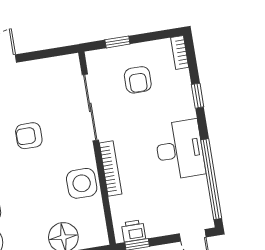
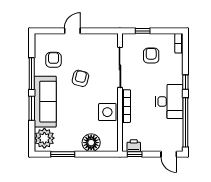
armchair: (138, 80) -> (151, 56), turned 180
window: (198, 96) -> (185, 82), moved
armchair: (29, 136) -> (80, 78), turned 104

